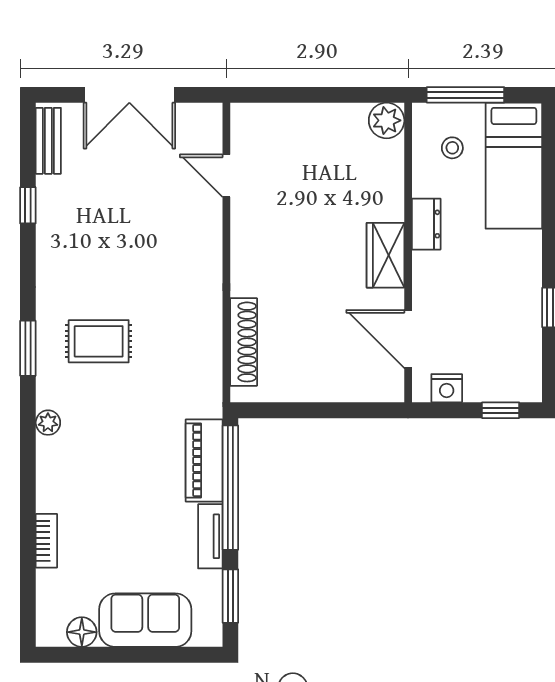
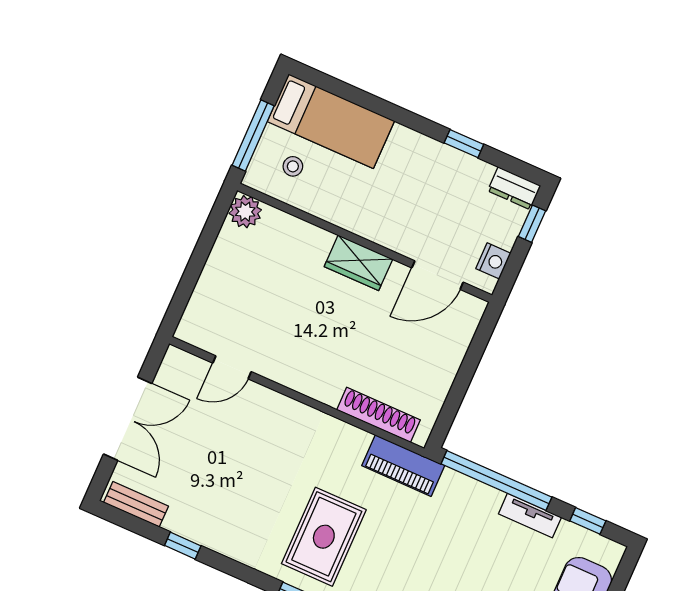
dresser: (426, 224) -> (514, 188), moved, turned 180
rug: (99, 341) -> (324, 537), width x1.36, depth x1.43
piano: (204, 460) -> (403, 466), moved
window: (230, 596) -> (588, 521), width x0.67

